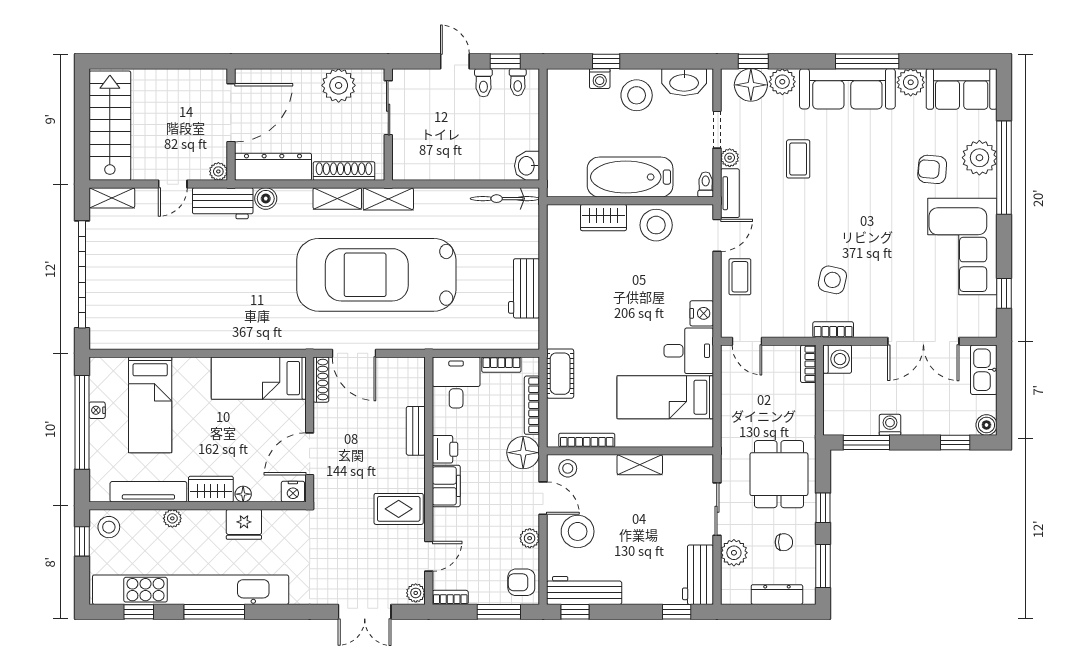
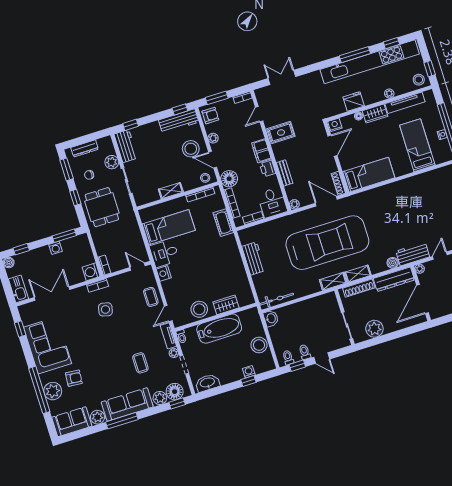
stool: (637, 95) -> (259, 345), moved
plant: (416, 593) -> (294, 204), moved

